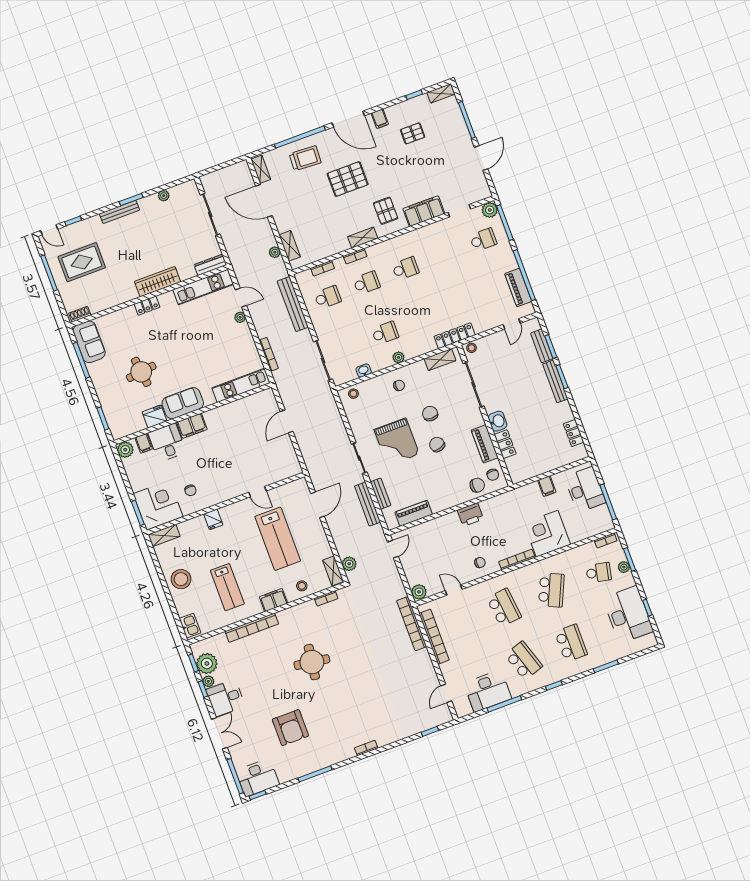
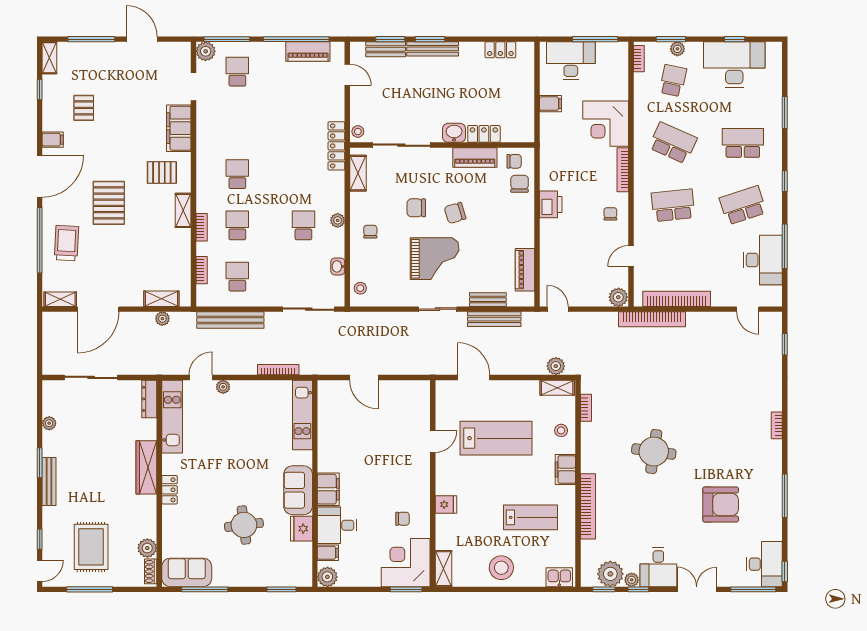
plant: (97, 305) -> (147, 548), added

